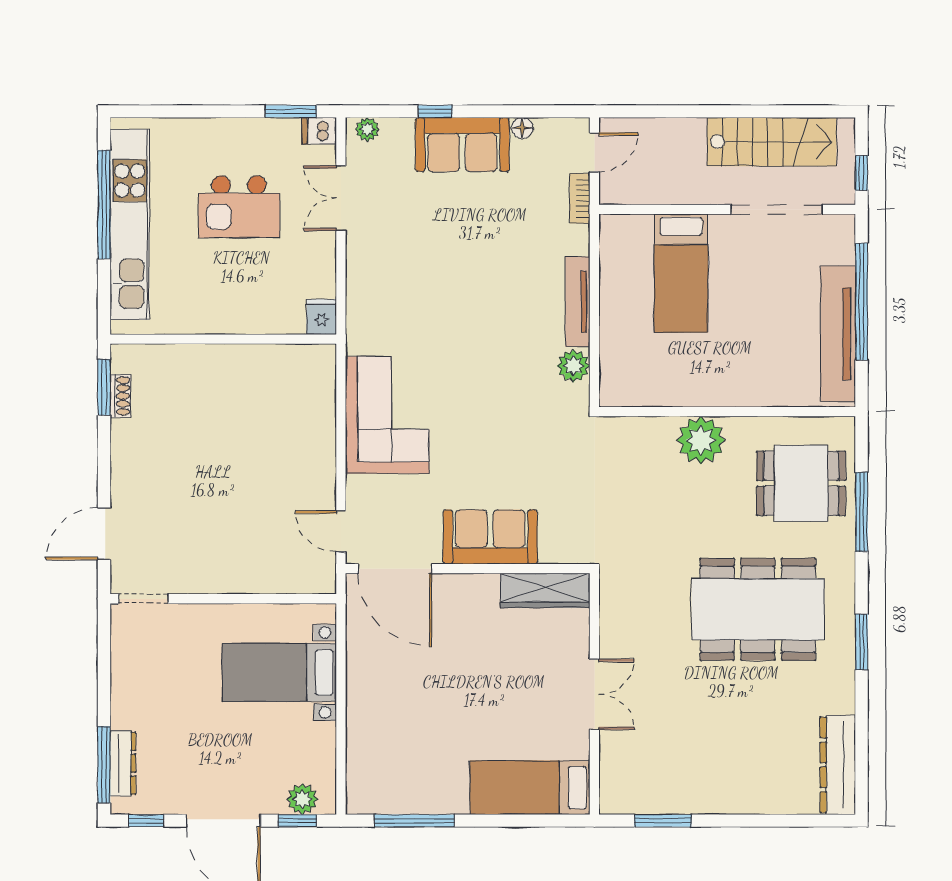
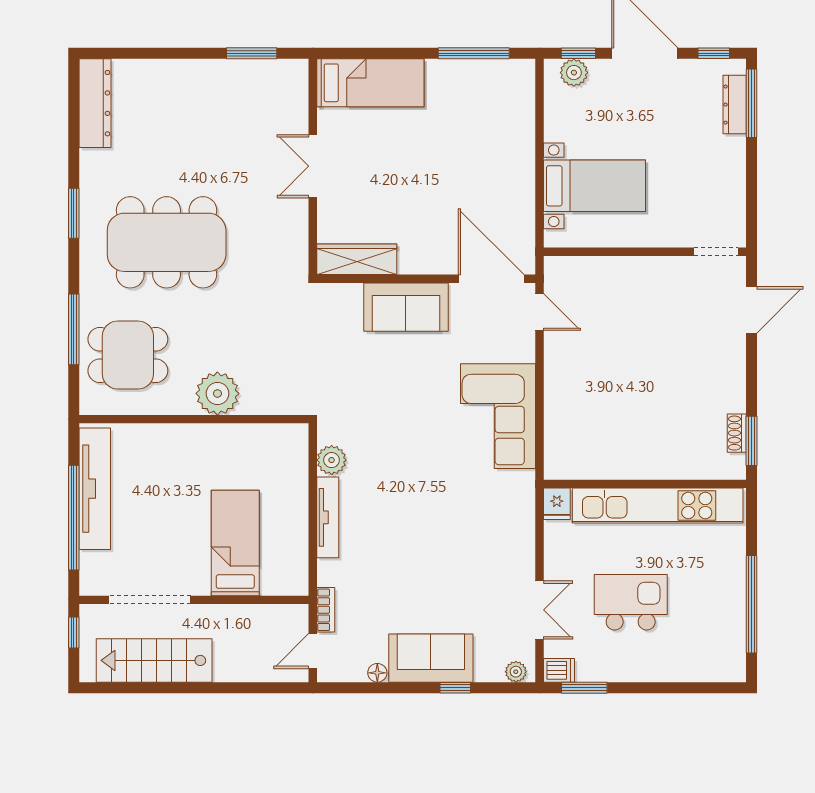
kitchen unit: (130, 224) -> (658, 506), moved, turned -90

